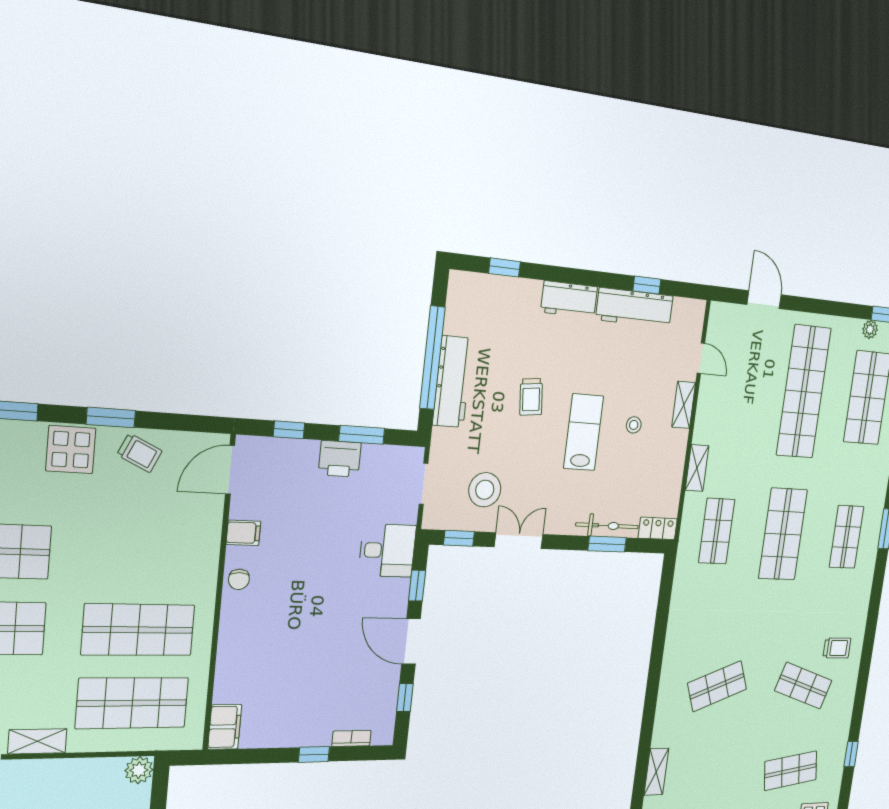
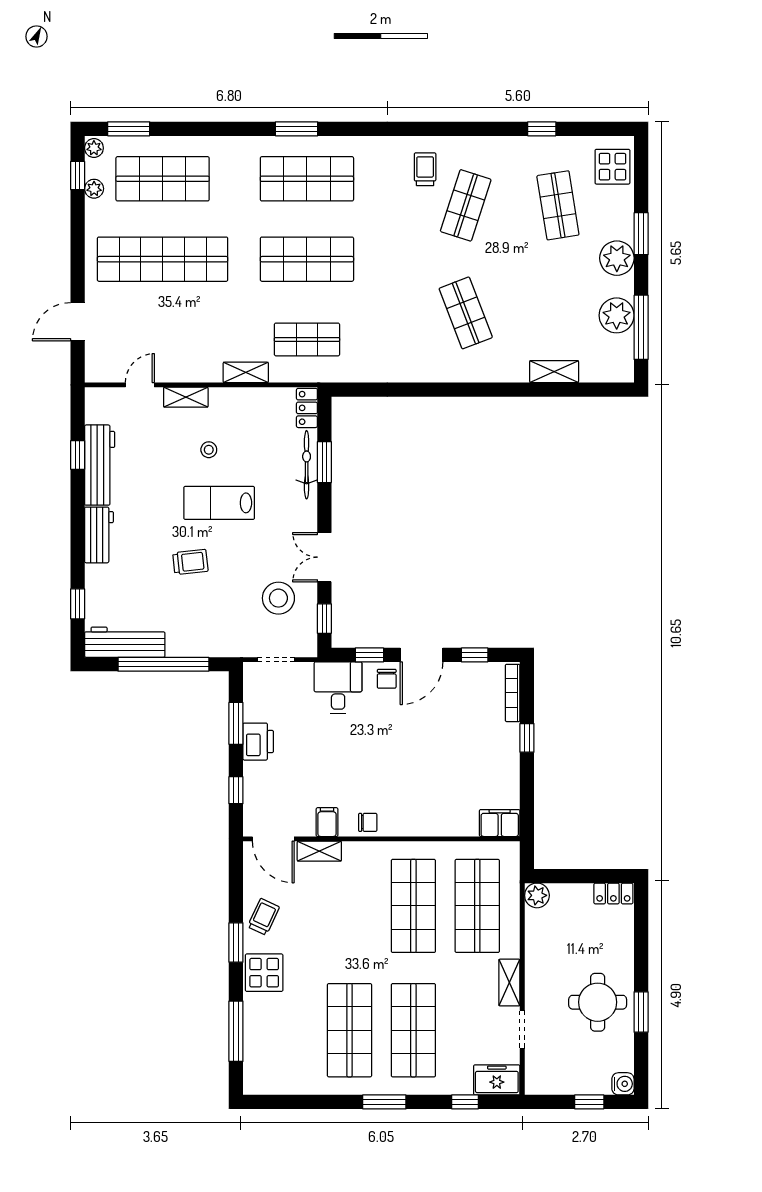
workbench: (453, 382) -> (125, 642), moved
shelving: (211, 523) -> (319, 851), added
shop shelf: (846, 537) -> (307, 179), width x1.43, depth x1.36
chair: (391, 604) -> (387, 679), added
bookcase: (351, 738) -> (513, 693), width x1.56

